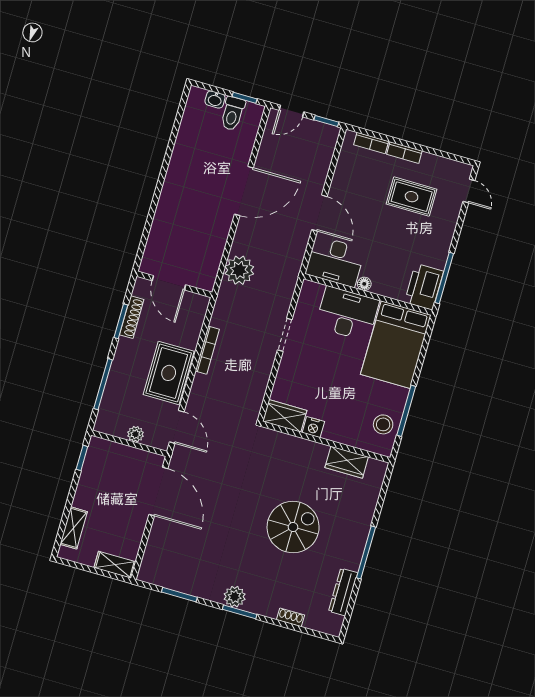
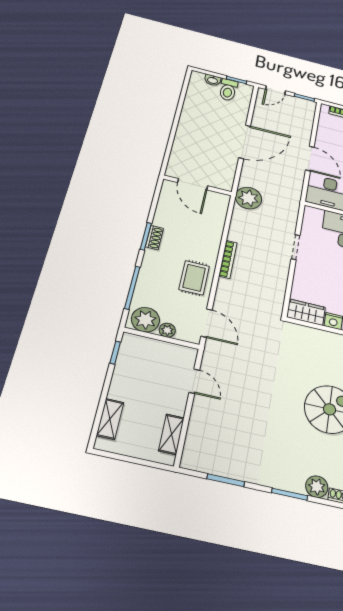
door: (169, 283) -> (193, 184), moved
wall: (174, 284) -> (198, 185), moved
shoe rack: (132, 317) -> (154, 238), width x0.70
rug: (169, 373) -> (194, 278), width x0.73, depth x0.70
plant: (114, 422) -> (145, 320), added
door: (158, 492) -> (194, 381), width x0.53
shelving: (115, 565) -> (171, 434), moved, turned 90
plant: (235, 597) -> (317, 487), moved

